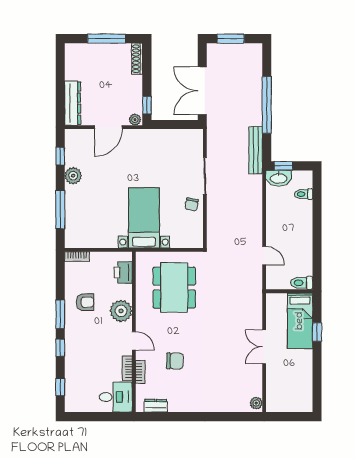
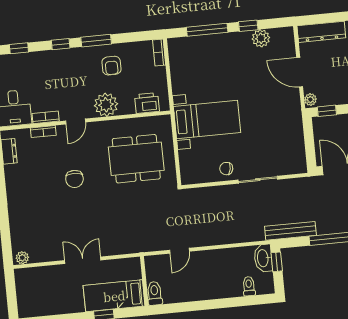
window: (60, 156) -> (248, 26), moved
plant: (73, 176) -> (261, 38), moved
chair: (175, 361) -> (74, 179), moved

